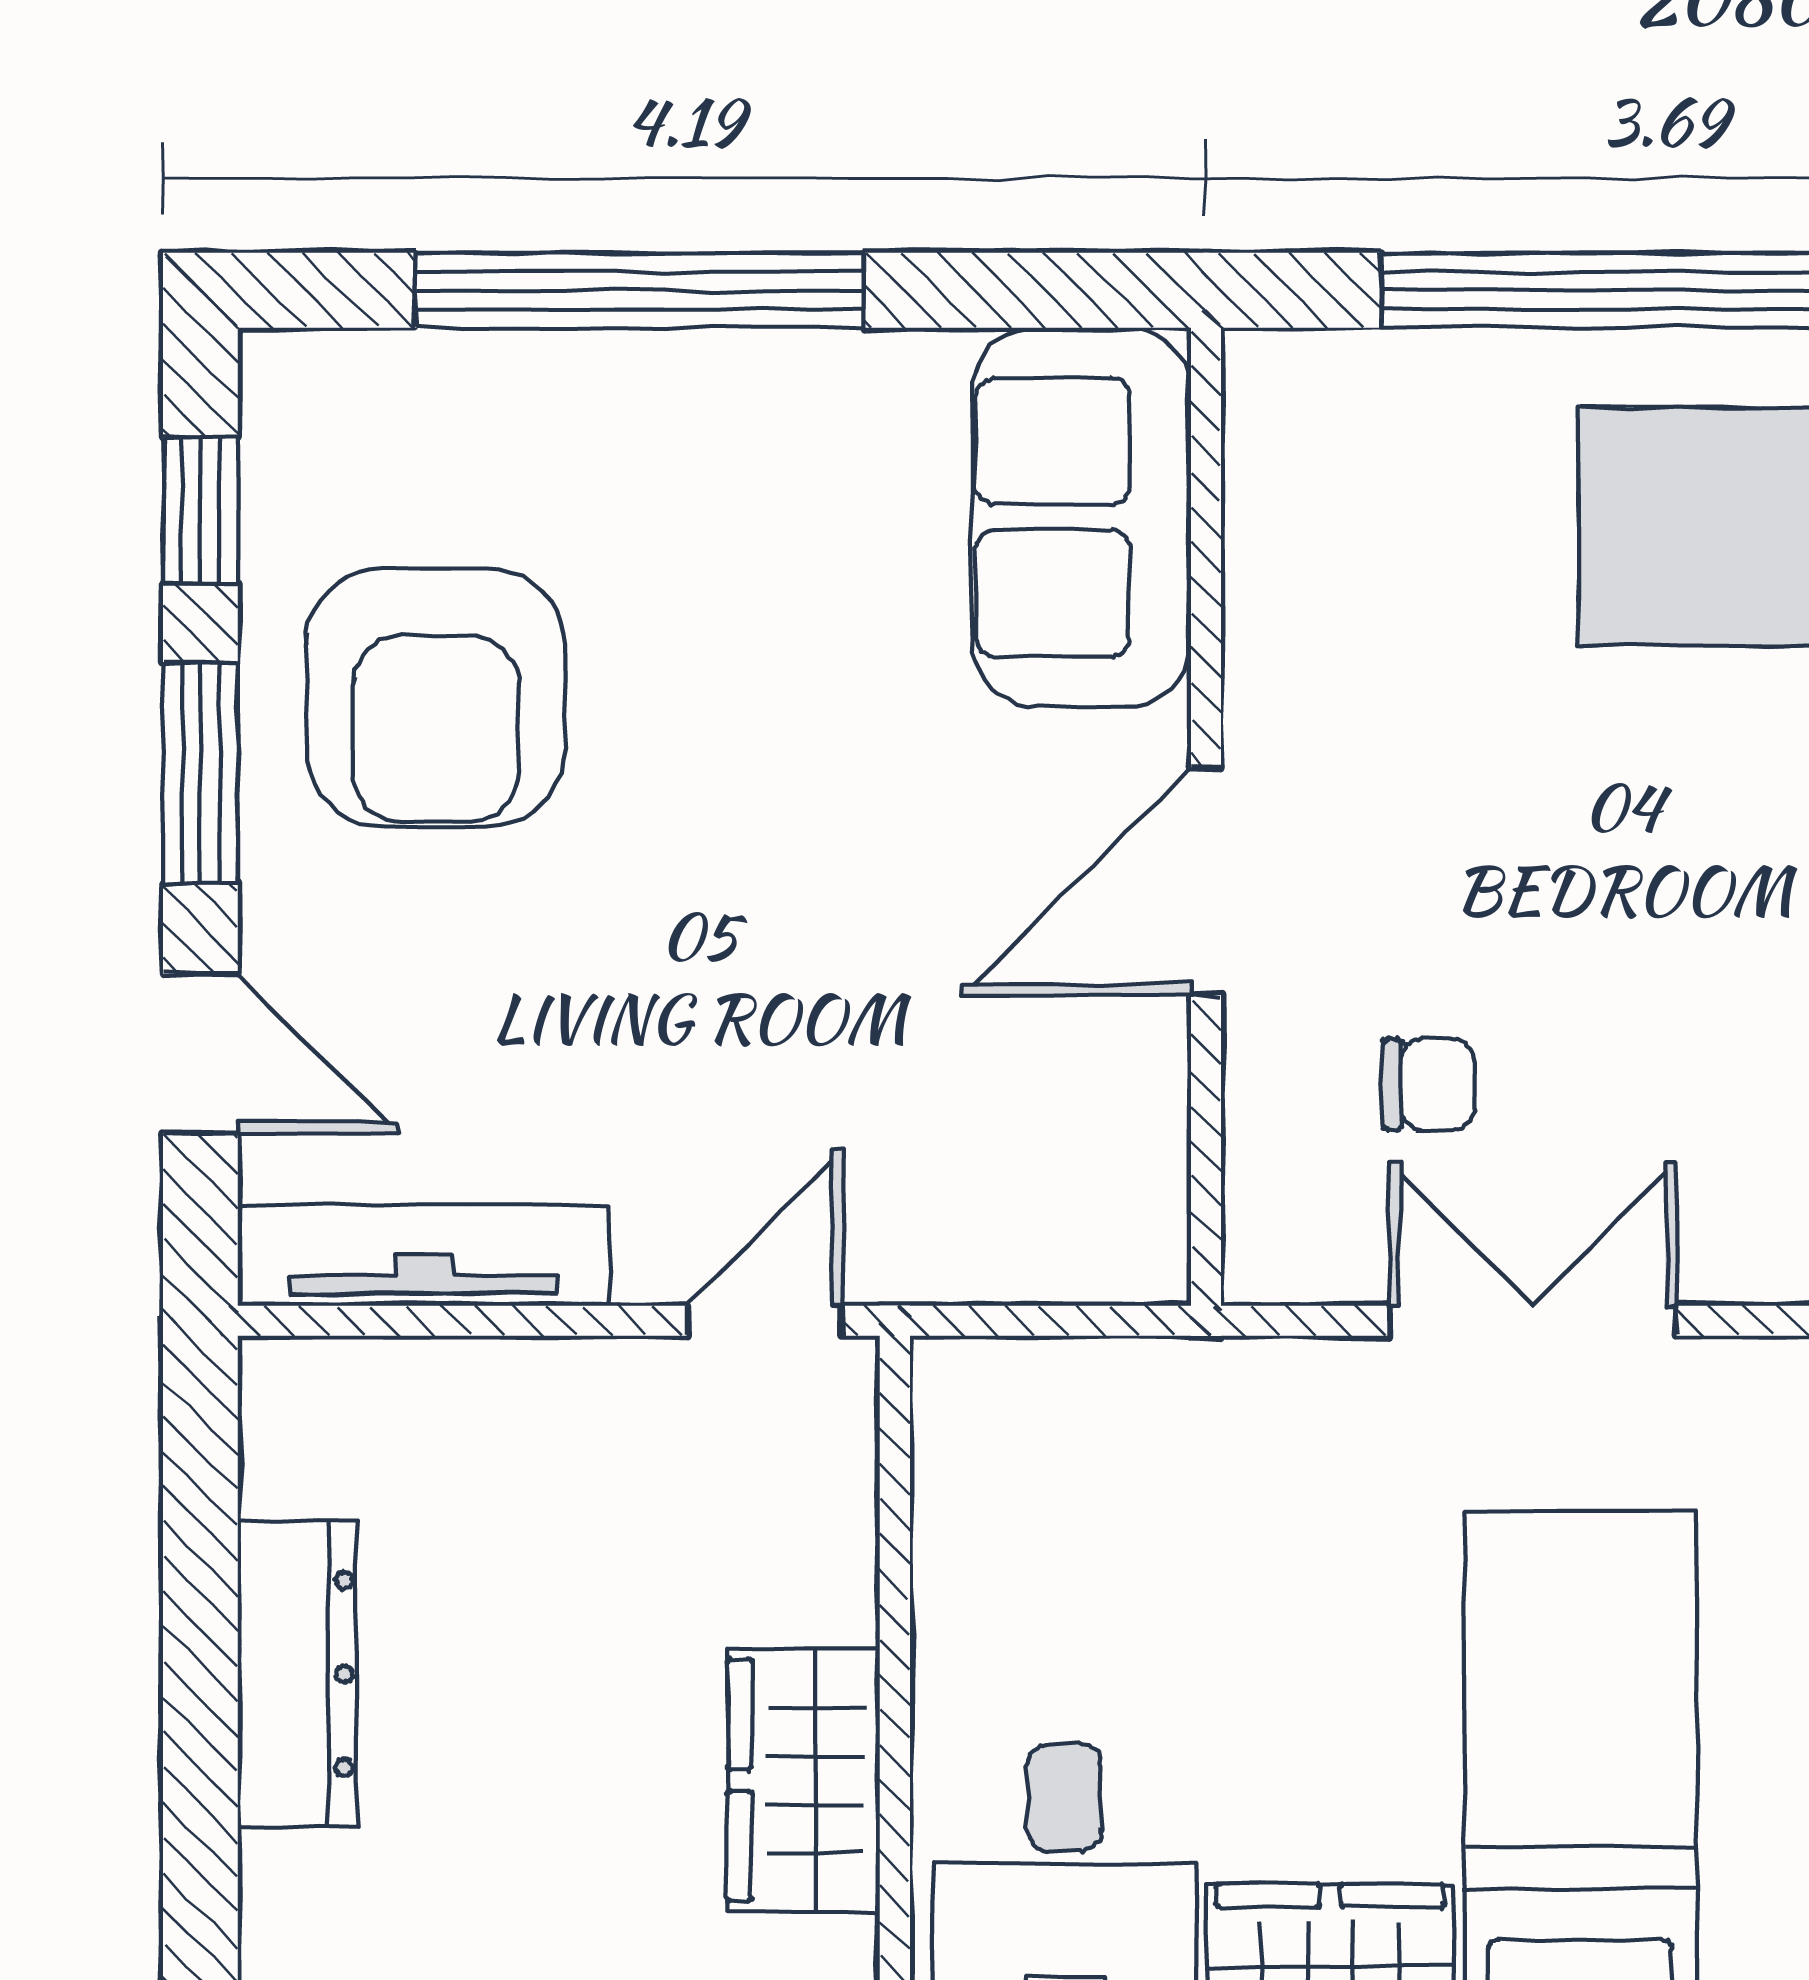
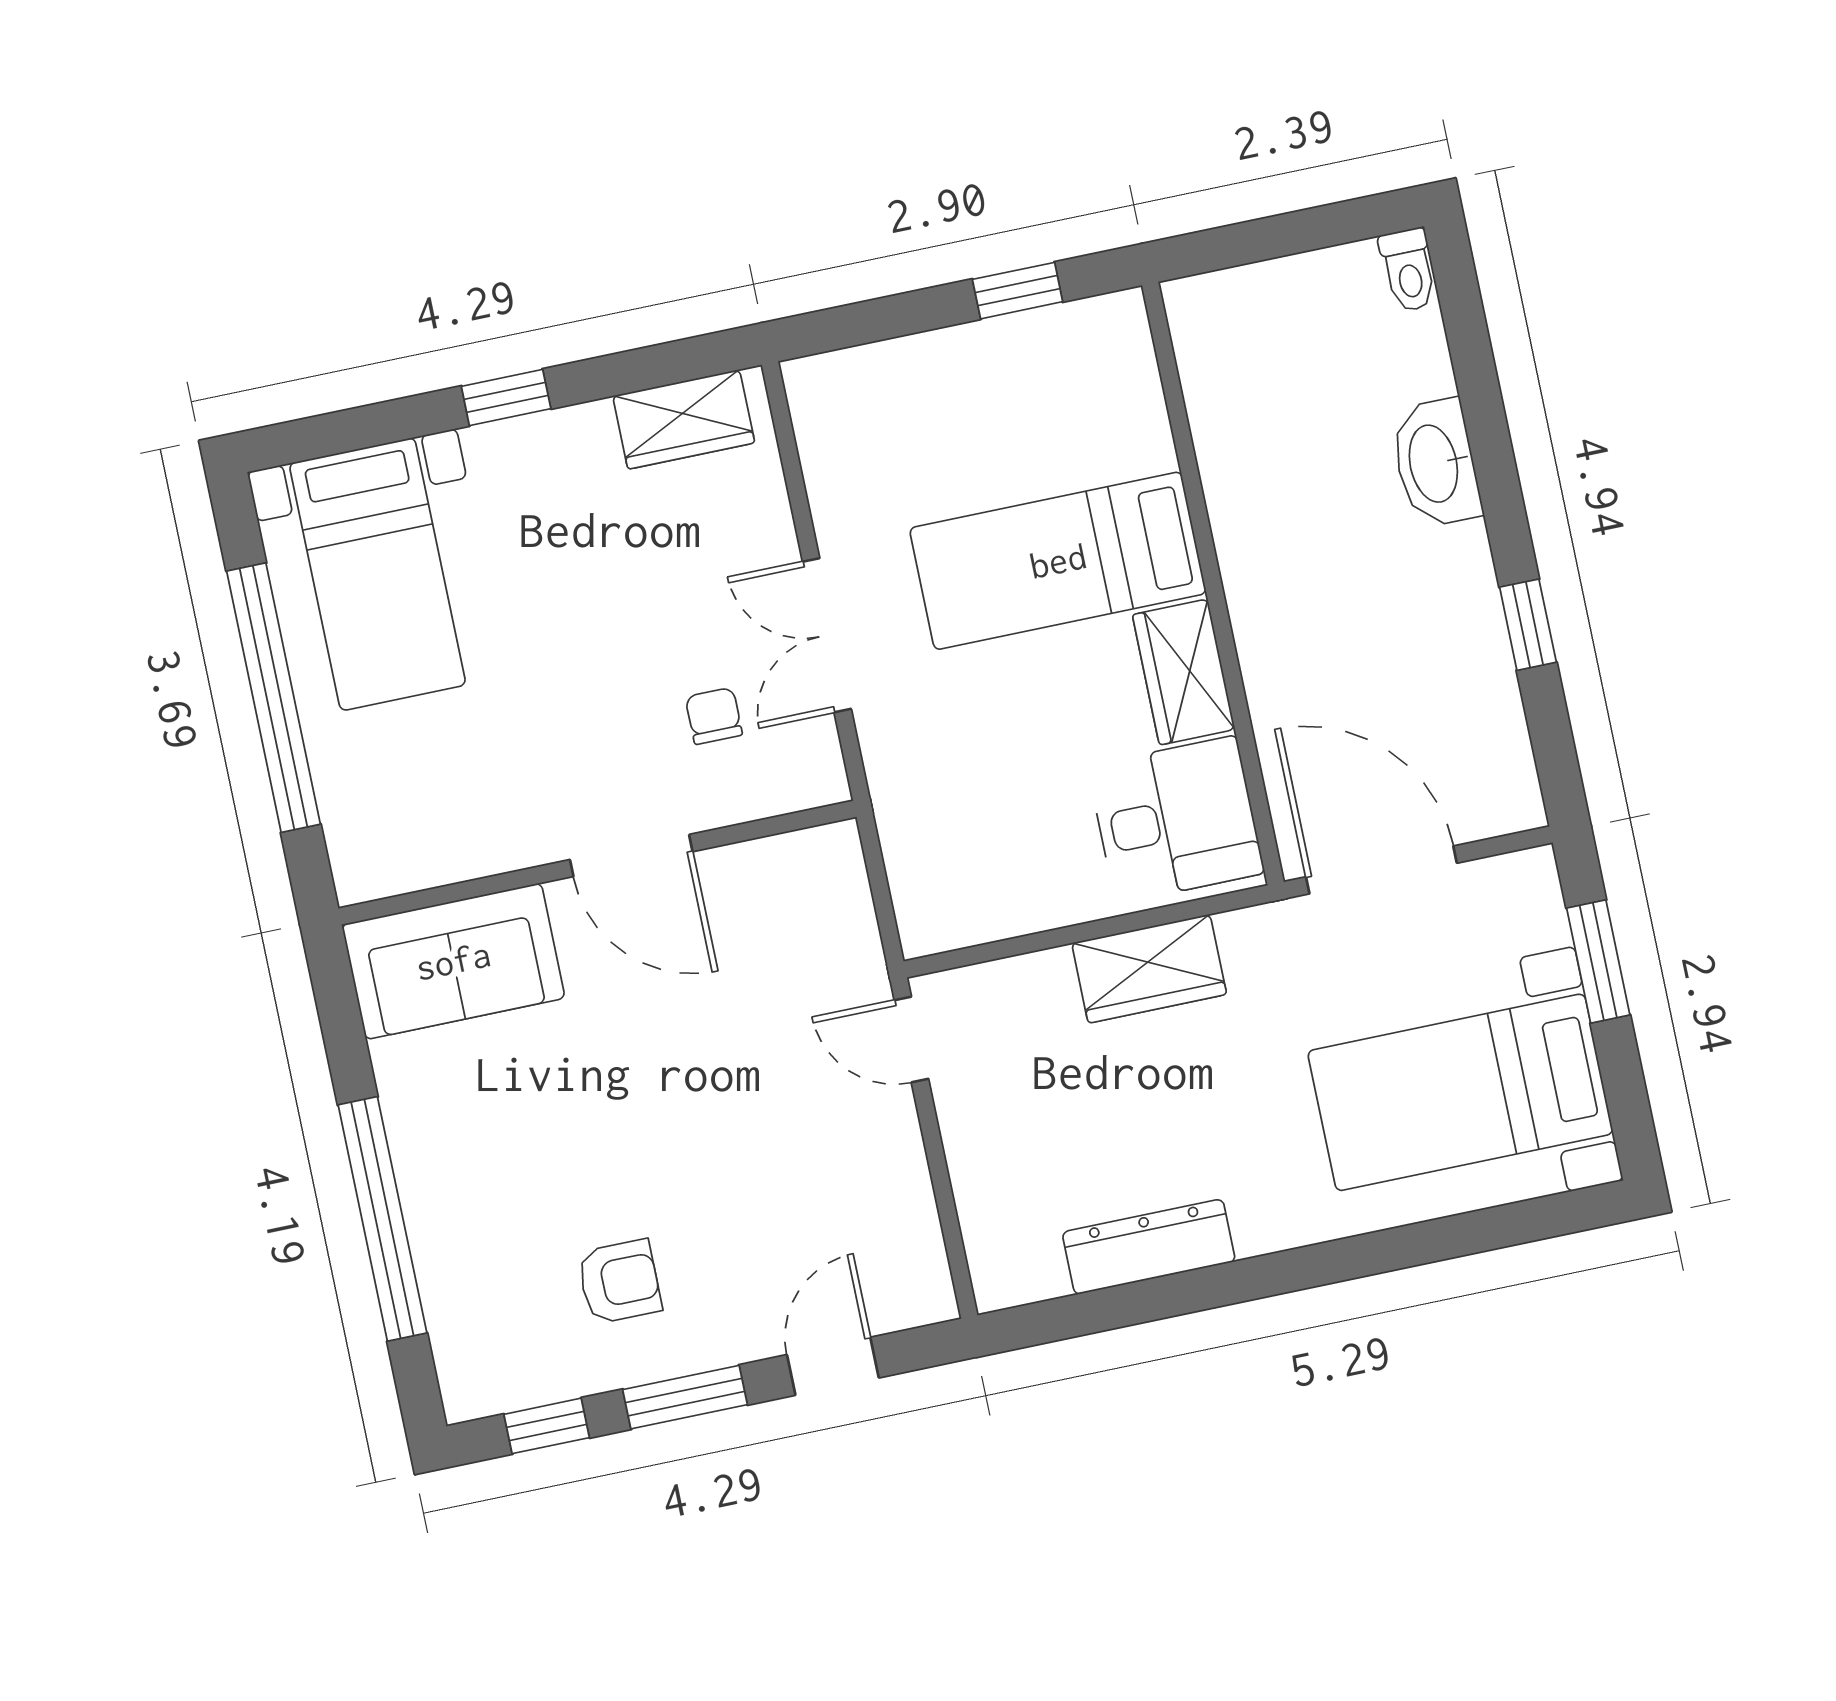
armchair: (435, 698) -> (619, 1282), width x0.53, depth x0.53
tv unit: (424, 1255) -> (914, 1226), removed

